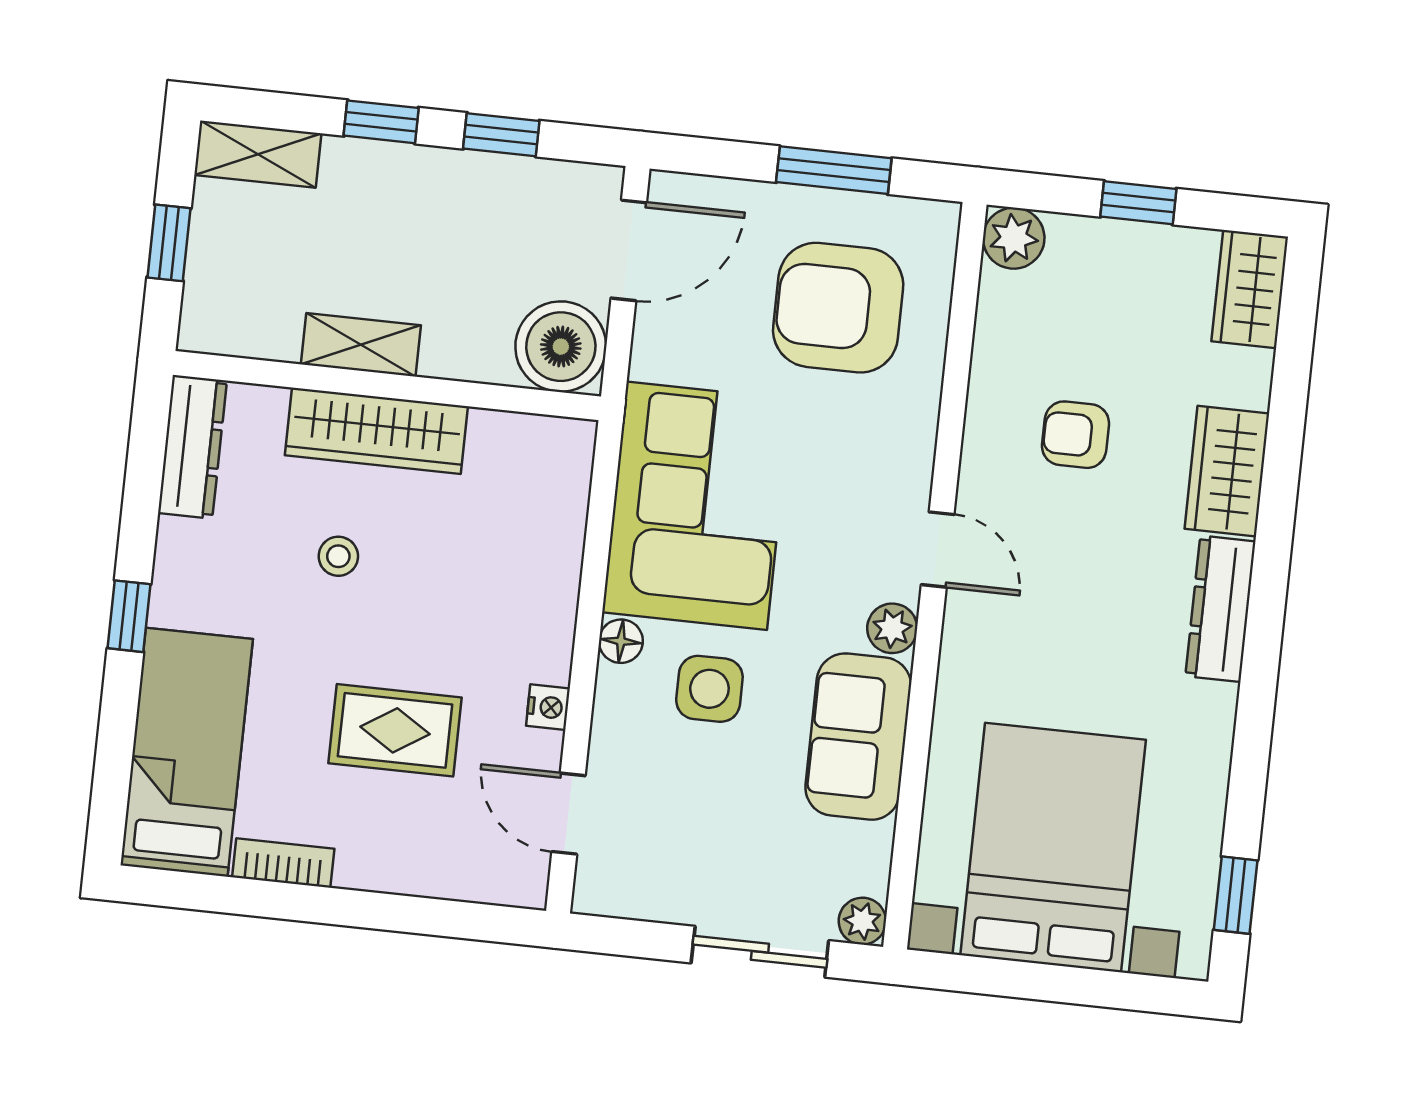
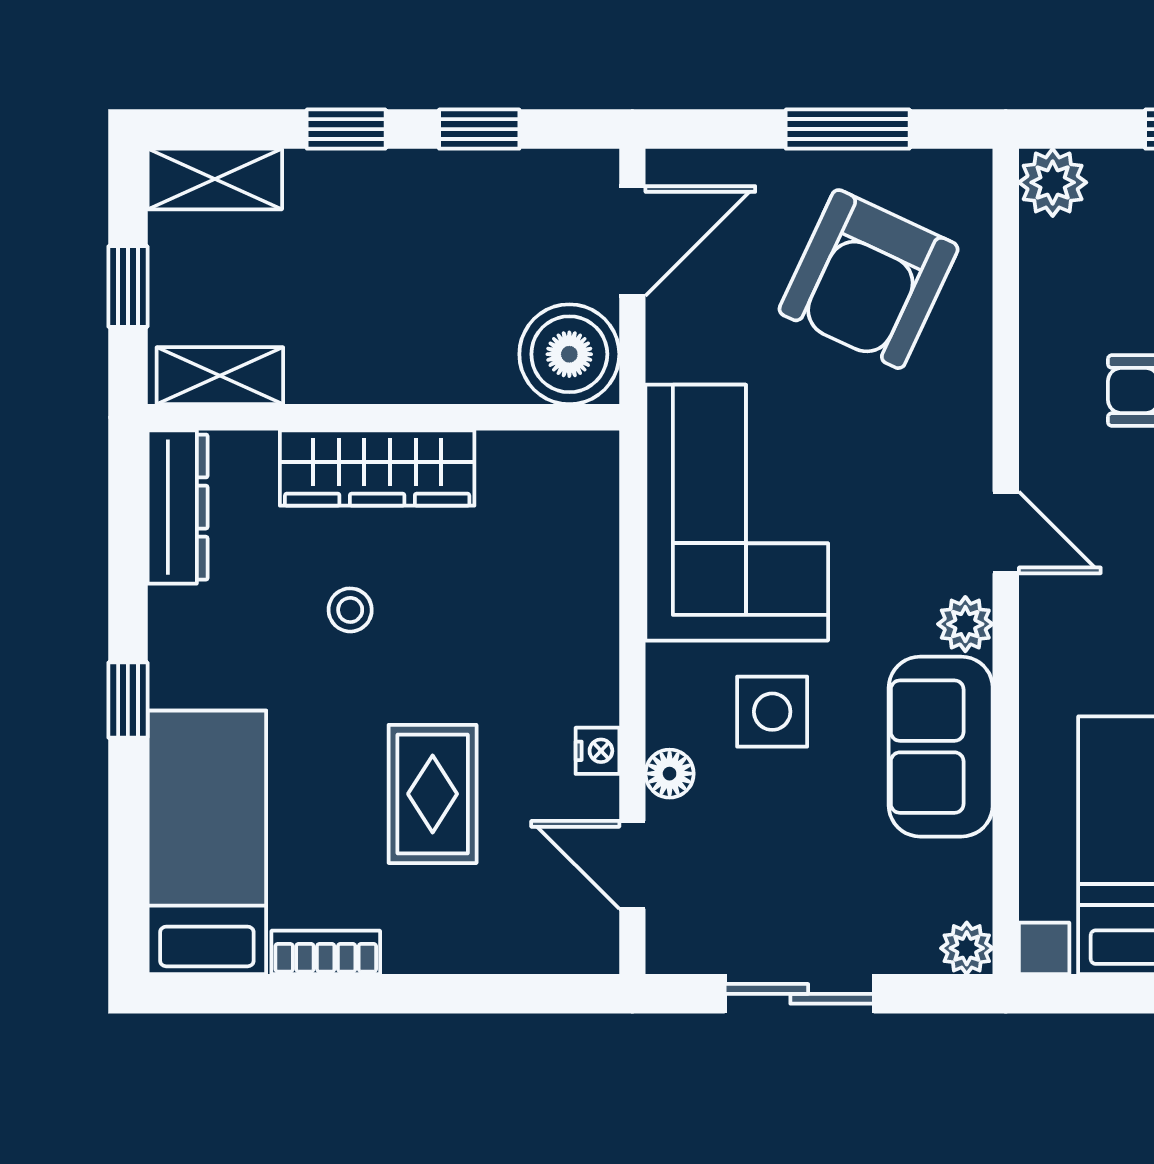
armchair: (838, 308) -> (869, 279), turned -65
shelving: (361, 345) -> (220, 376), moved
floor lamp: (621, 641) -> (670, 774), moved
rug: (395, 730) -> (433, 794), turned 90
sliding door: (760, 952) -> (799, 994), moved

